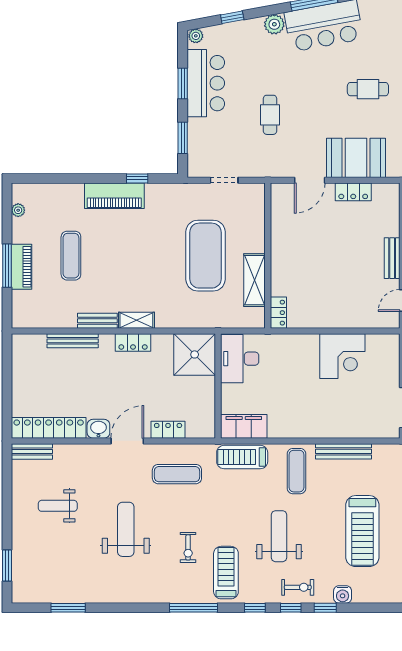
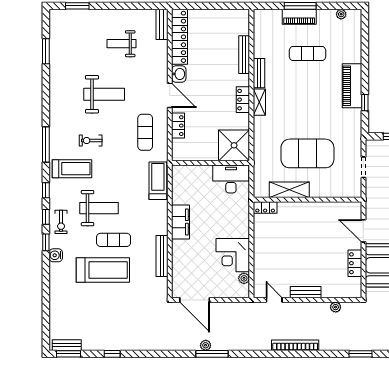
plant: (374, 341) -> (244, 278), added
filing cabinet: (244, 426) -> (181, 222), moved
exercise mat: (297, 471) -> (114, 240), moved
weight bench: (58, 506) -> (122, 44), turned -90
treadmill: (362, 531) -> (103, 270), turned 180

